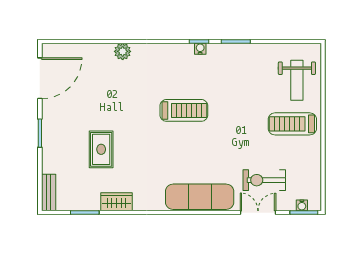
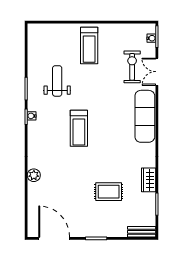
weight bench: (297, 80) -> (57, 81), moved, turned -90
treadmill: (184, 110) -> (79, 128), turned 180
exercise bike: (264, 180) -> (132, 67), turned 180

